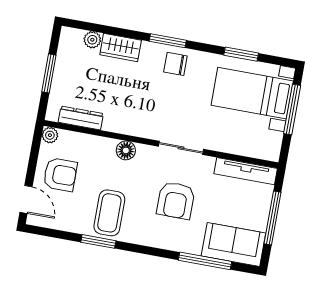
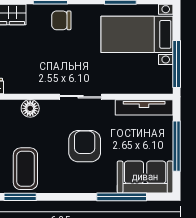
window: (292, 110) -> (177, 64), moved
armchair: (176, 200) -> (85, 146), turned 180

